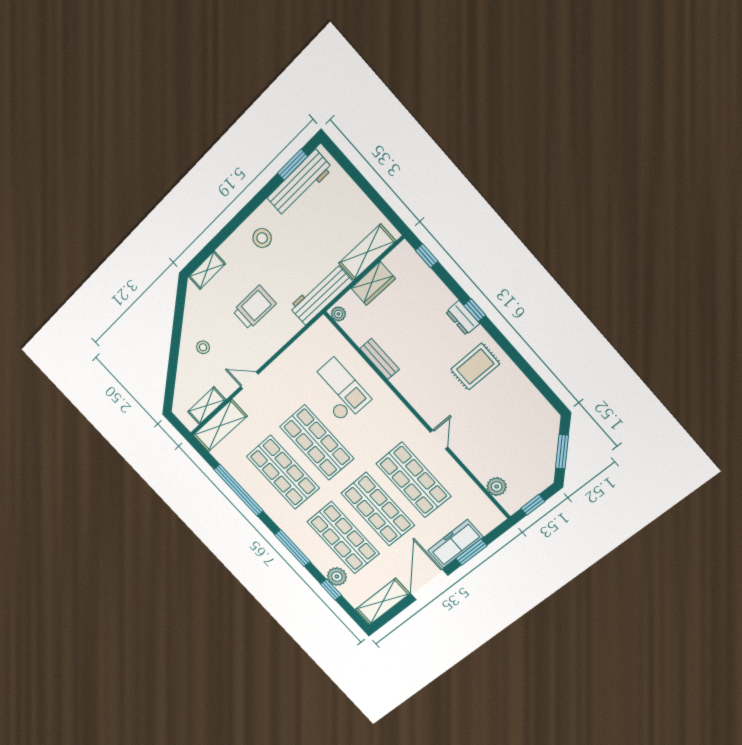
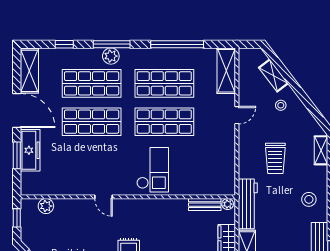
bench: (380, 359) -> (205, 205), moved
checkout: (339, 391) -> (153, 170), moved, turned -90
shelving: (207, 406) -> (273, 76), moved, turned -37
shop shelf: (413, 480) -> (92, 160), removed
plant: (337, 577) -> (111, 56), moved

